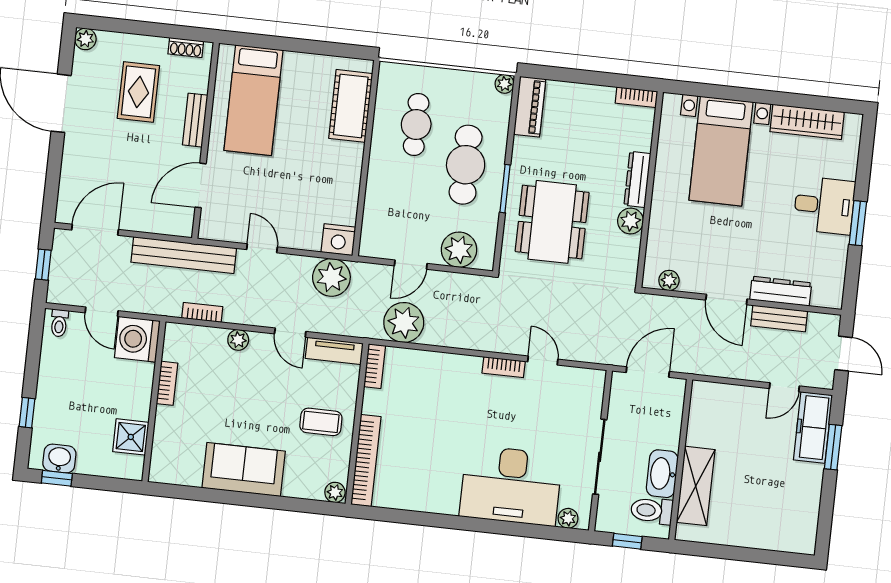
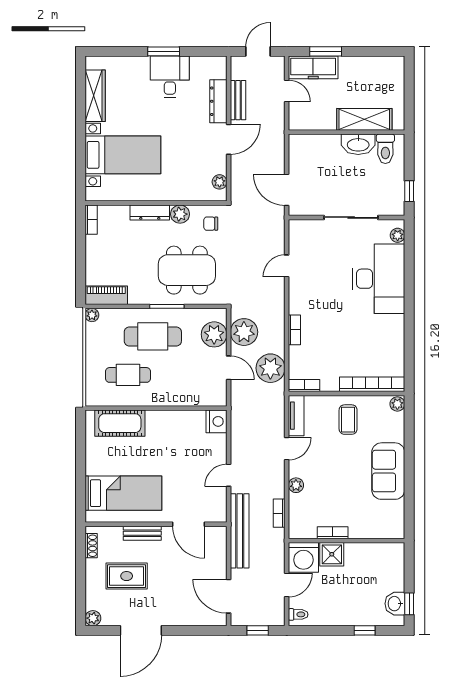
desk: (824, 205) -> (170, 77), moved
chair: (613, 262) -> (211, 224), added
plant: (331, 277) -> (244, 332), moved
bookcase: (504, 367) -> (294, 330), moved
shower: (131, 437) -> (332, 554), moved
wall: (681, 460) -> (347, 132), moved
washbasin: (662, 474) -> (358, 144), moved
shelving: (696, 486) -> (364, 119), moved
toilet: (652, 511) -> (385, 149), moved

